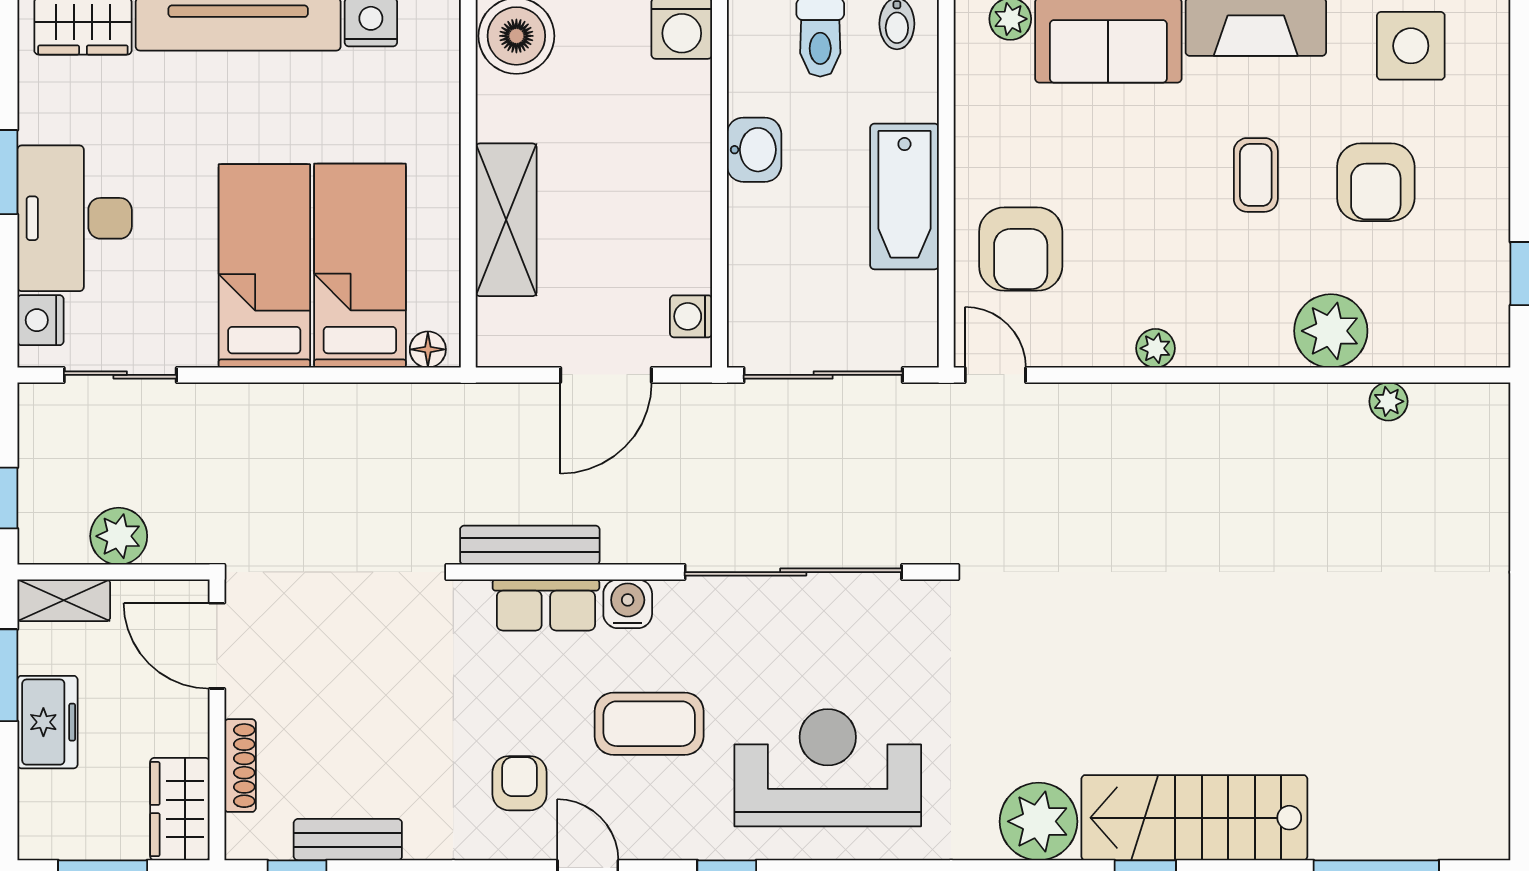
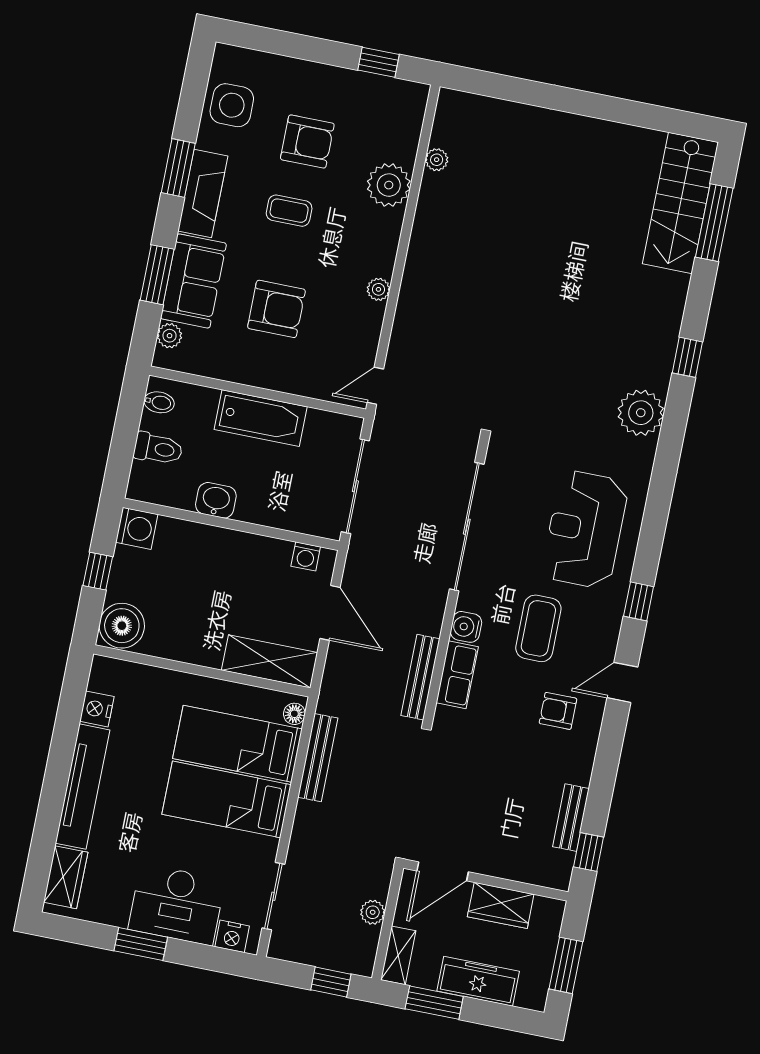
shelving: (506, 220) -> (270, 661), moved
armchair: (1021, 249) -> (276, 309), moved
bench: (363, 403) -> (318, 758), added
plant: (119, 536) -> (373, 912), width x0.73, depth x0.73
freezer: (47, 722) -> (478, 981), width x1.40
shoe rack: (240, 766) -> (515, 872), removed
wardrobe: (180, 809) -> (501, 905), moved
stairs: (1194, 818) -> (680, 203), moved

